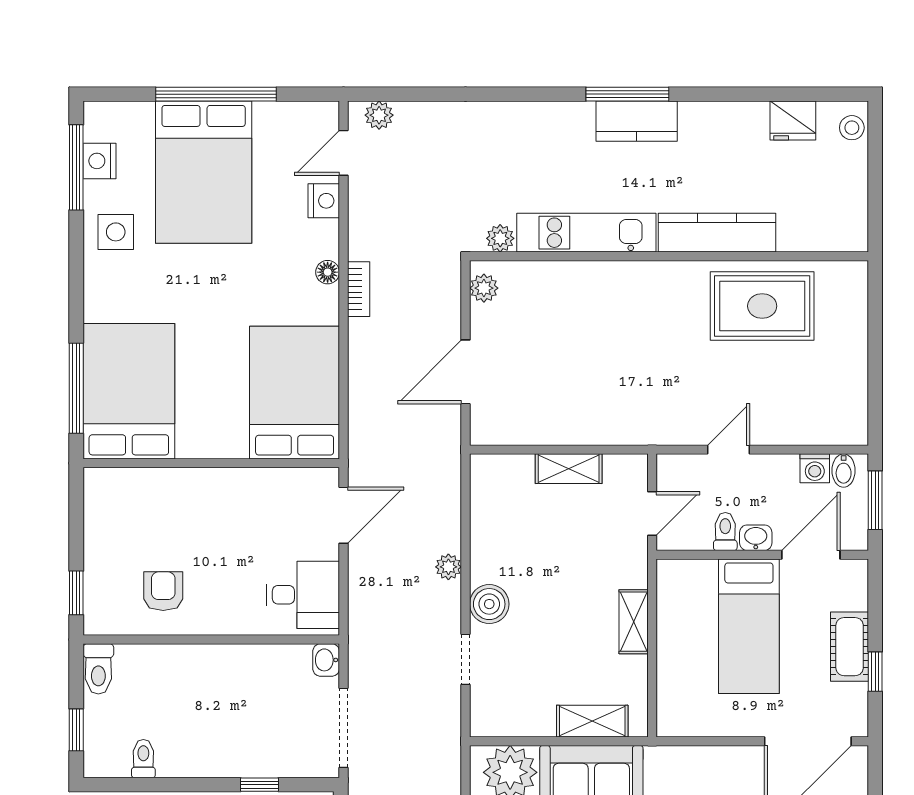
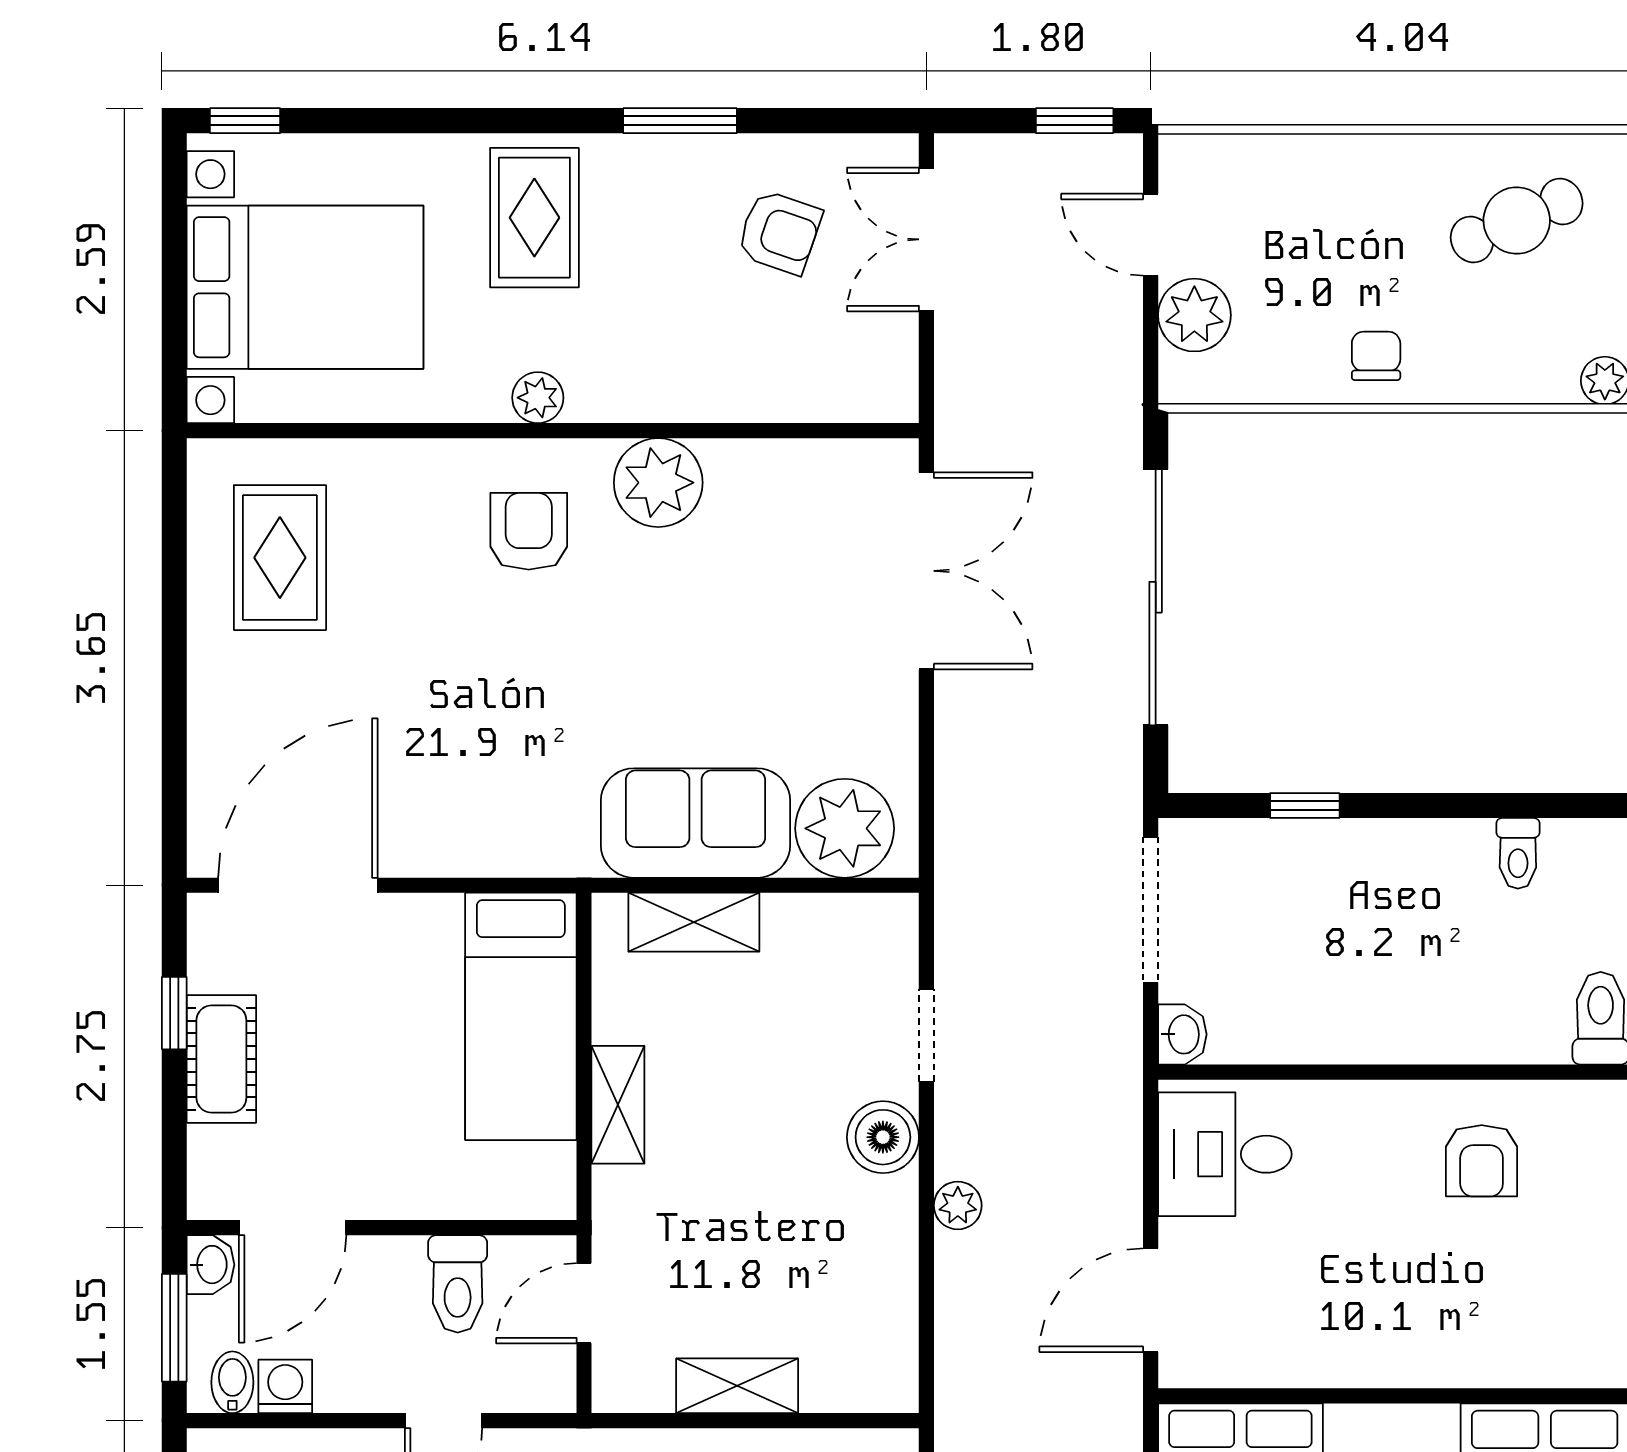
toilet: (725, 532) -> (458, 1284), width x1.37, depth x1.39
washbasin: (756, 538) -> (211, 1265), moved, turned -90
bed: (749, 626) -> (521, 1016), moved, turned 180

